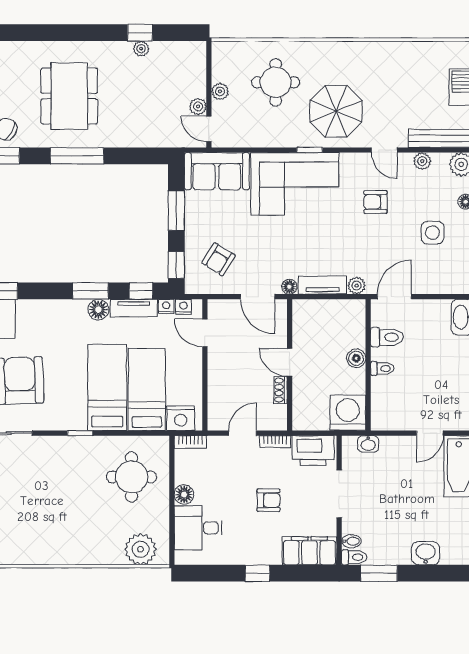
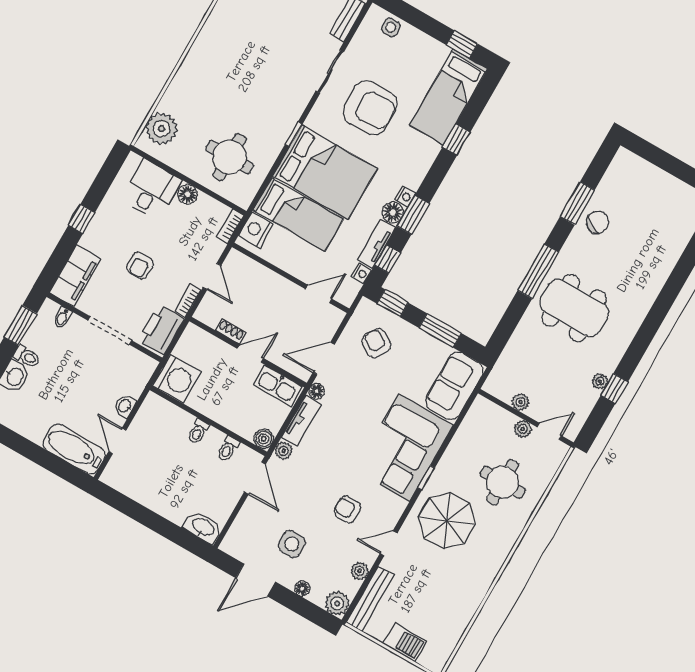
dining table: (69, 96) -> (574, 308), moved
door: (209, 129) -> (549, 431), moved
armchair: (375, 202) -> (347, 509), turned -90
nightstand: (183, 307) -> (405, 196), moved
kitchen sink: (303, 323) -> (278, 385), added
toilet: (387, 337) -> (228, 449), width x0.73, depth x0.72
boiler: (356, 358) -> (264, 439), moved
bed: (107, 387) -> (325, 172), width x1.50
washbasin: (368, 444) -> (125, 406), moved
toilet: (354, 557) -> (27, 356), moved, turned -90

